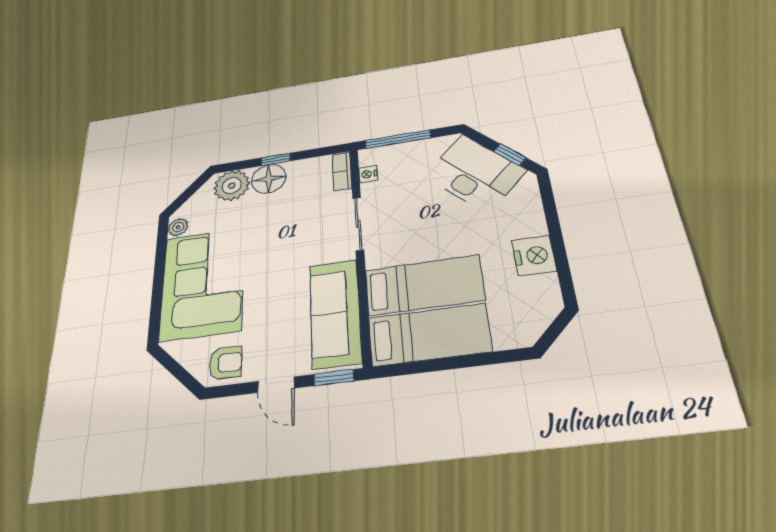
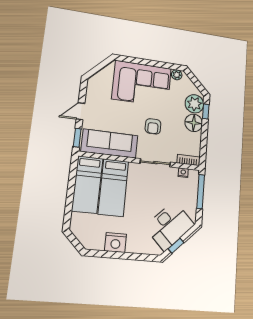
window: (276, 159) -> (206, 111), moved
armchair: (225, 363) -> (153, 126), moved

